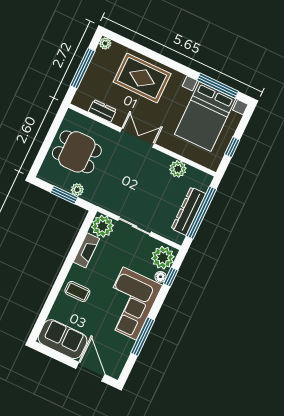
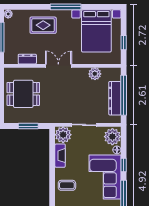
rug: (142, 78) -> (43, 25), width x0.73, depth x0.70
window: (218, 86) -> (66, 7), moved
plant: (77, 190) -> (35, 119), removed
window: (171, 277) -> (124, 165), moved

